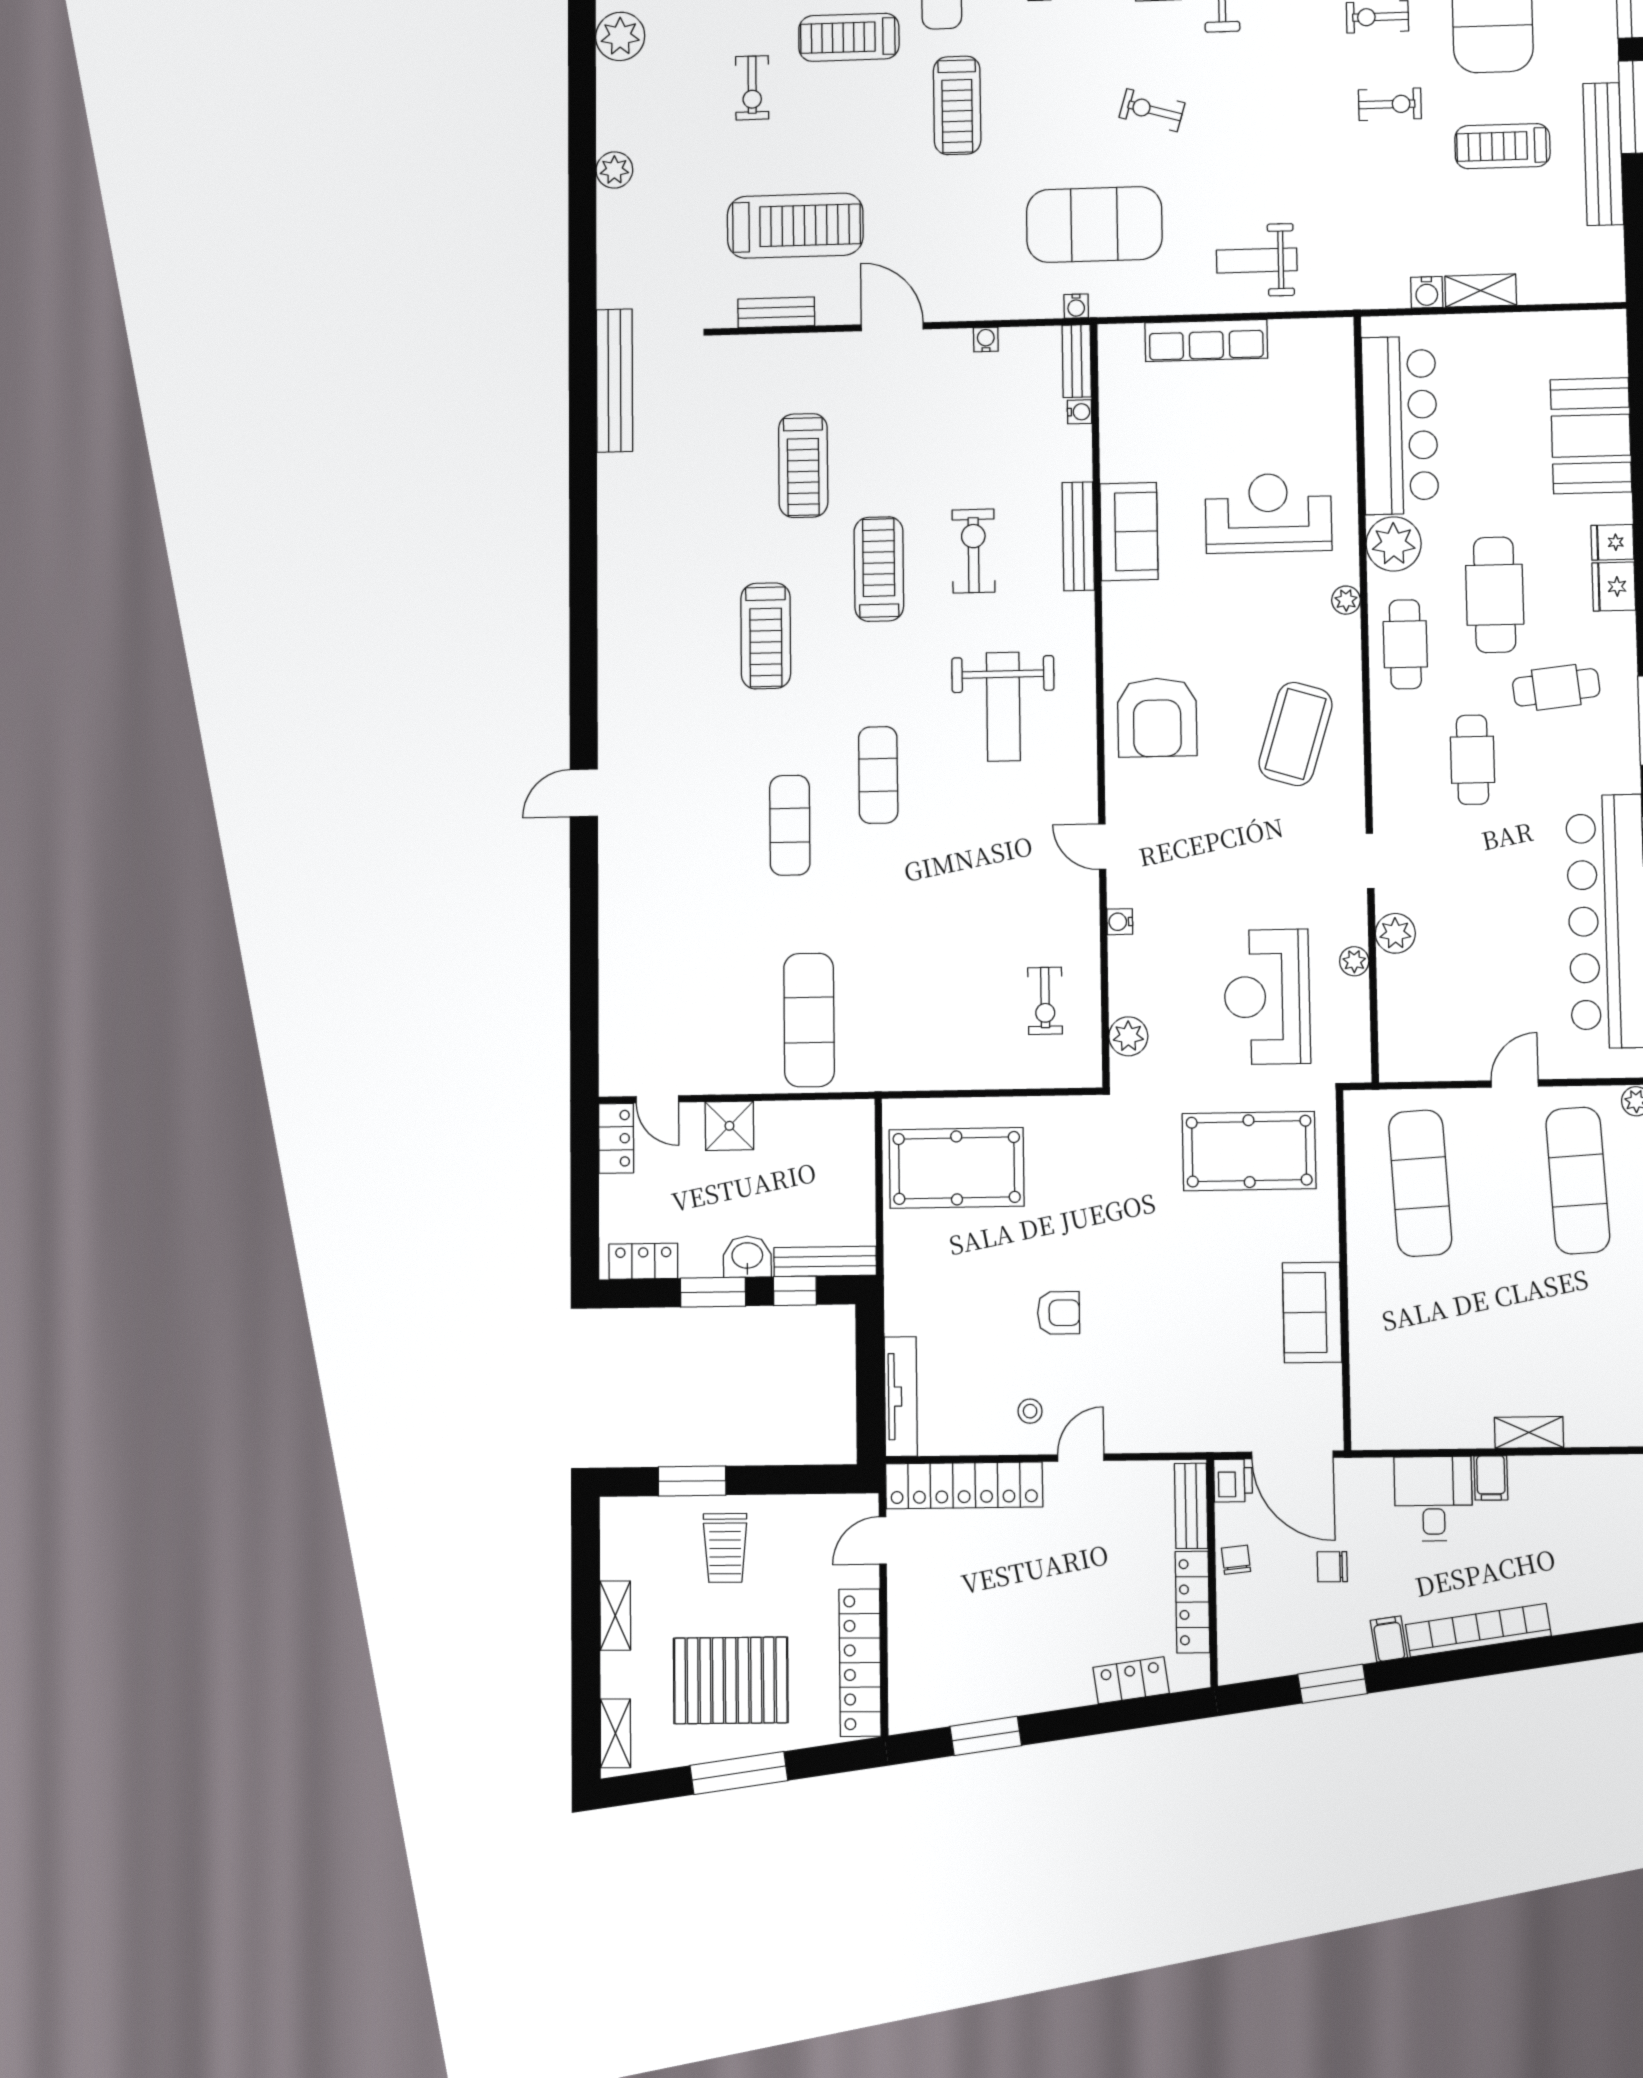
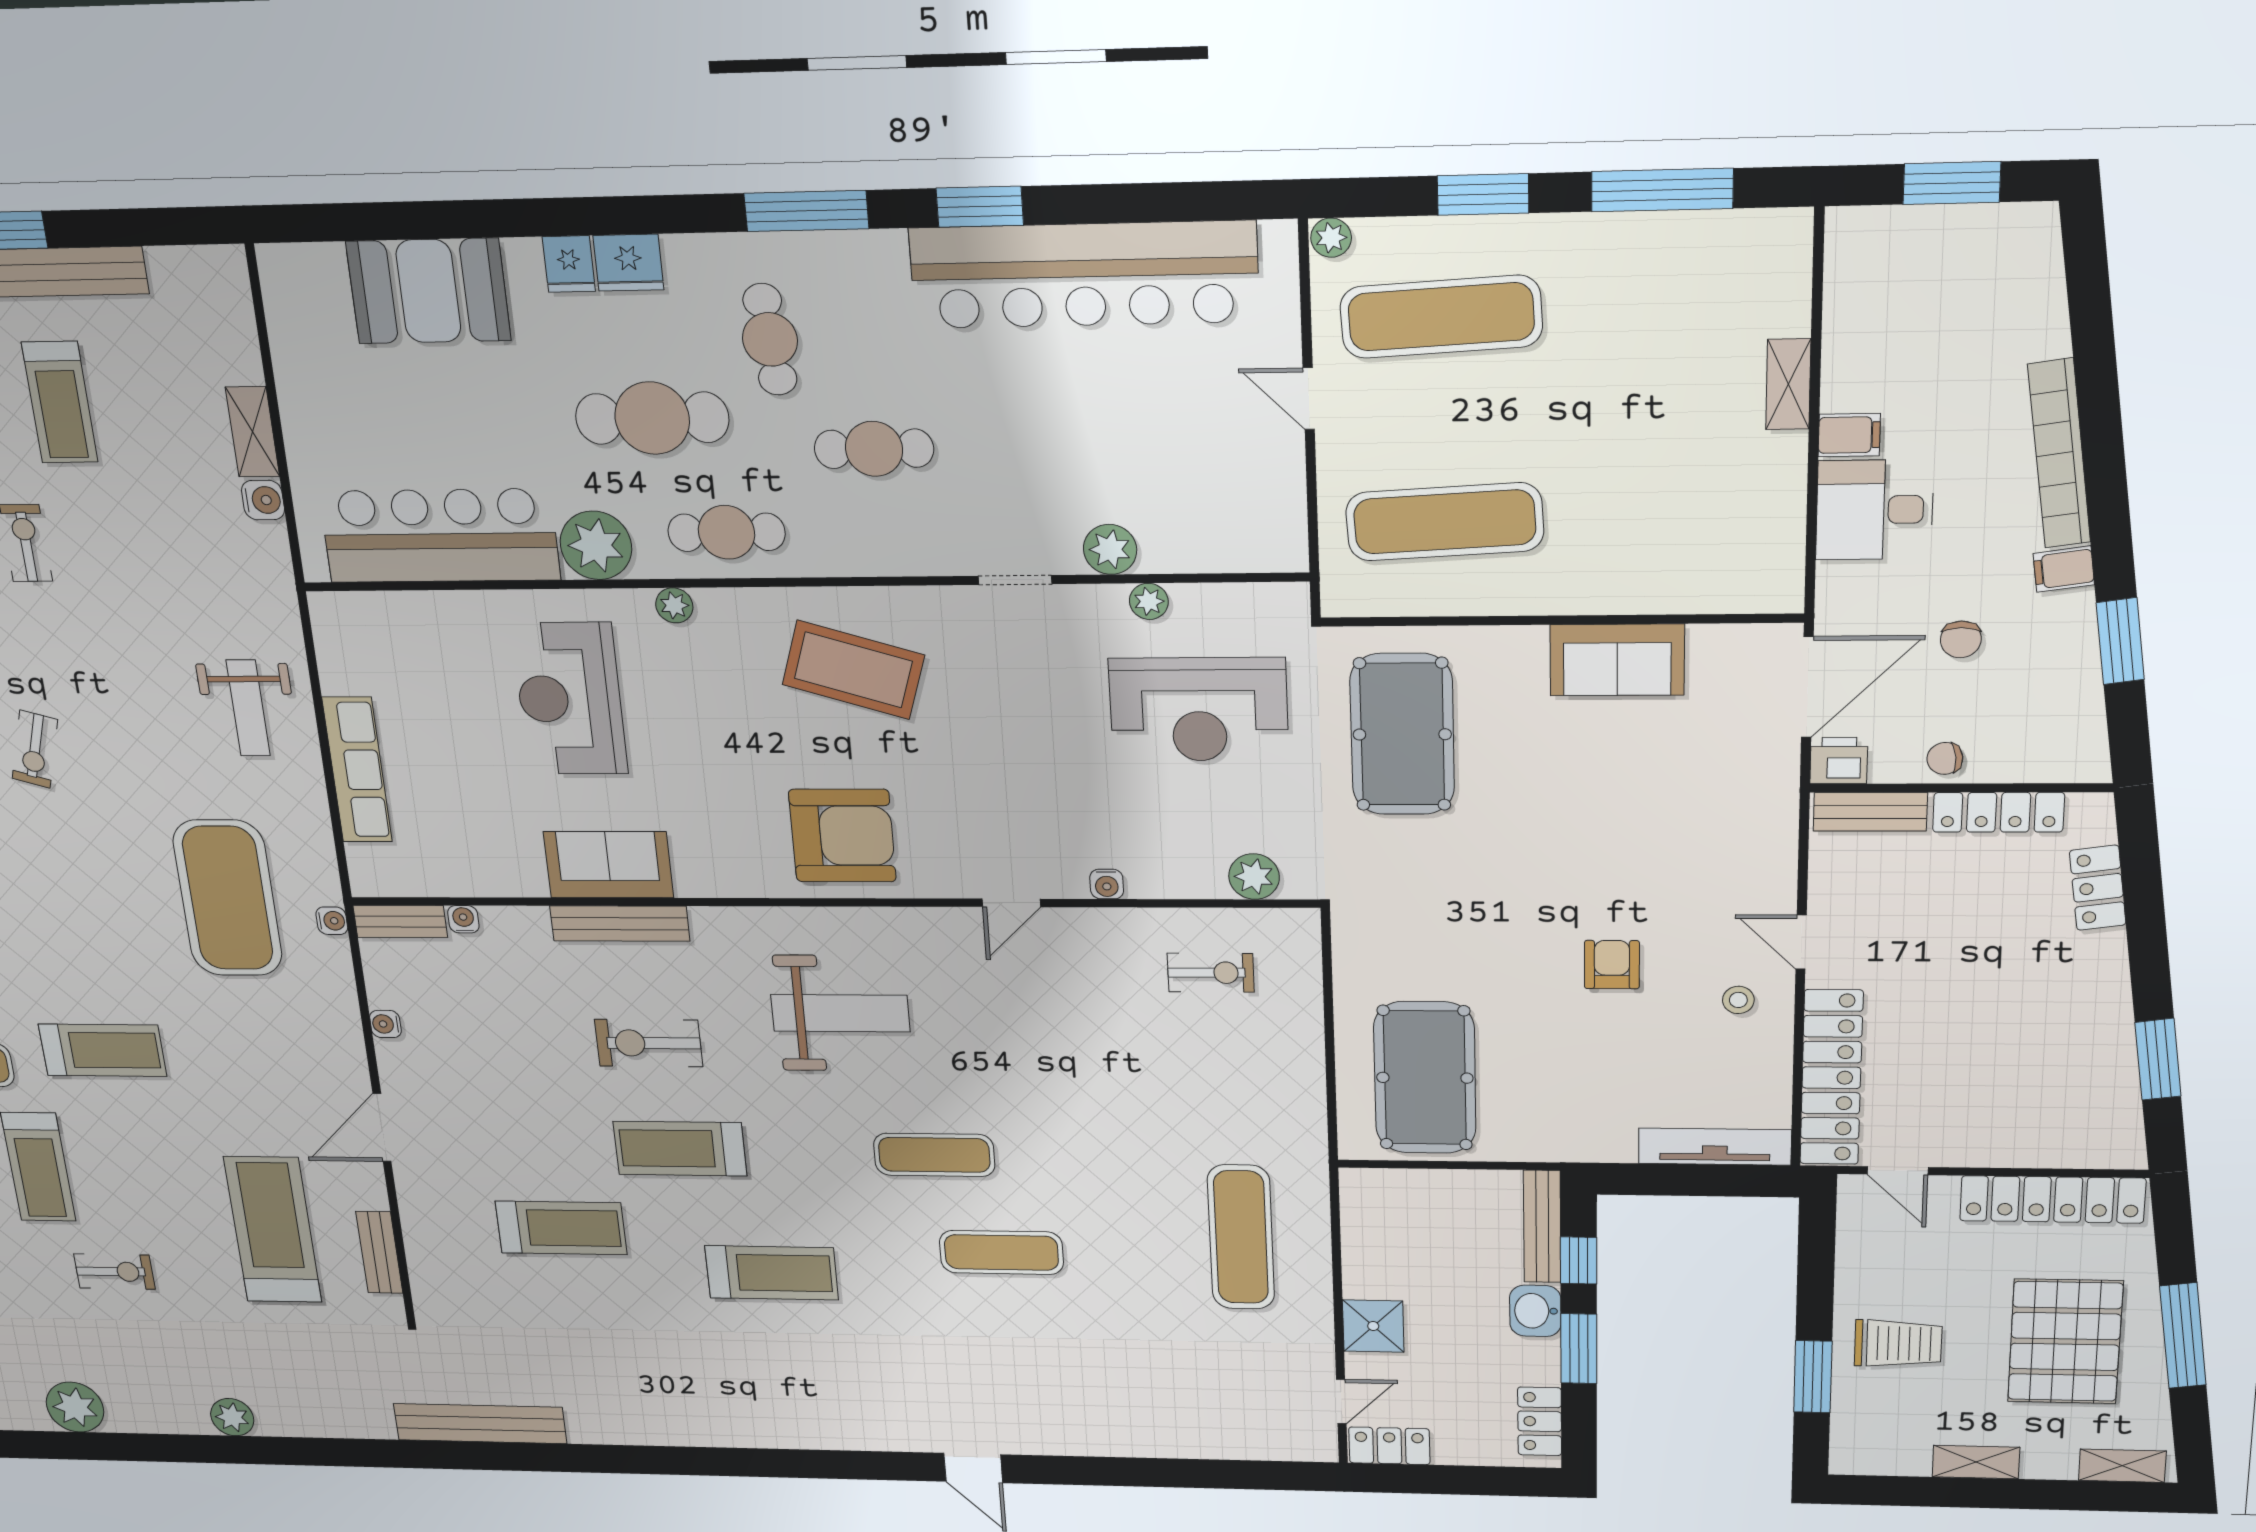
exercise bike: (1152, 110) -> (35, 749), moved
exercise mat: (809, 1020) -> (1241, 1237), turned 90

